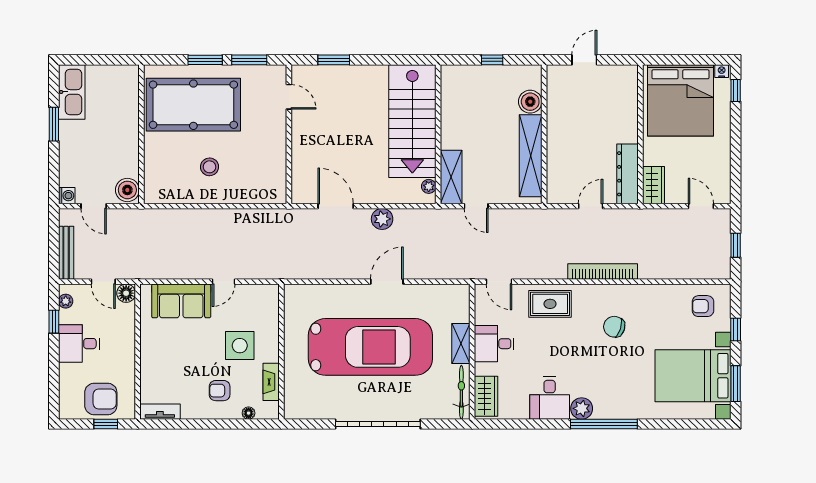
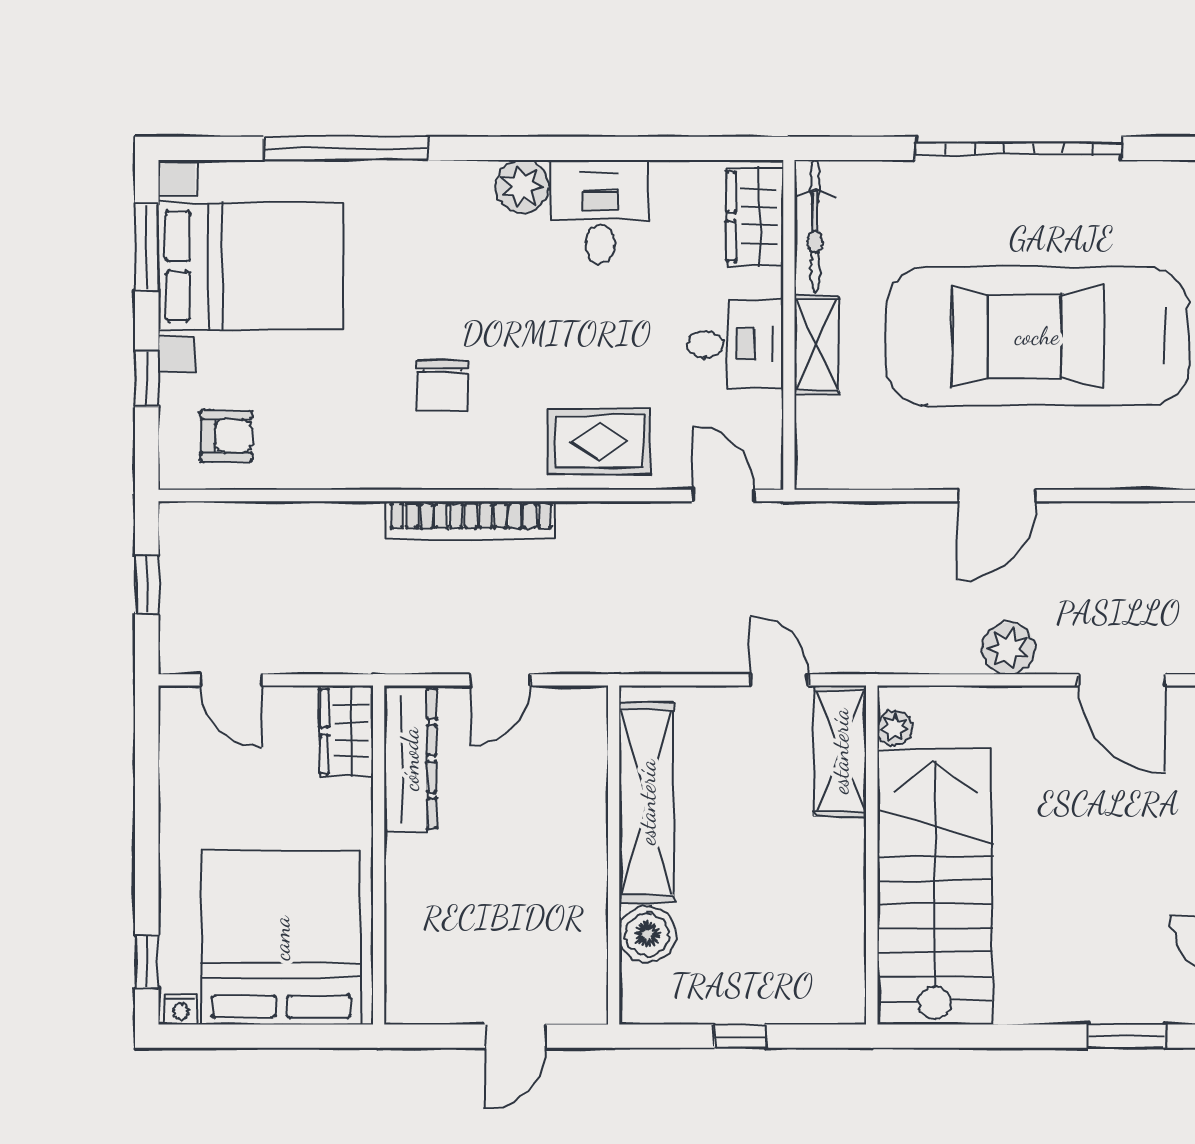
chair: (614, 327) -> (443, 386), turned 72
window: (604, 424) -> (346, 148), moved

